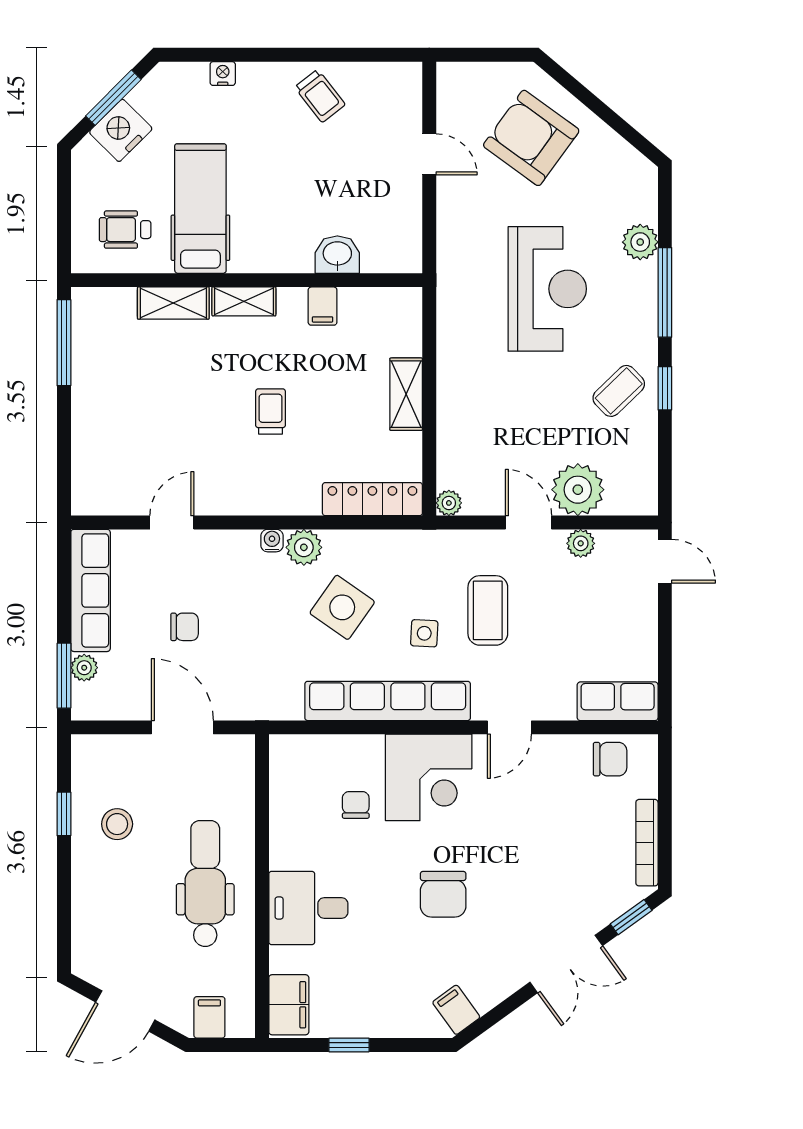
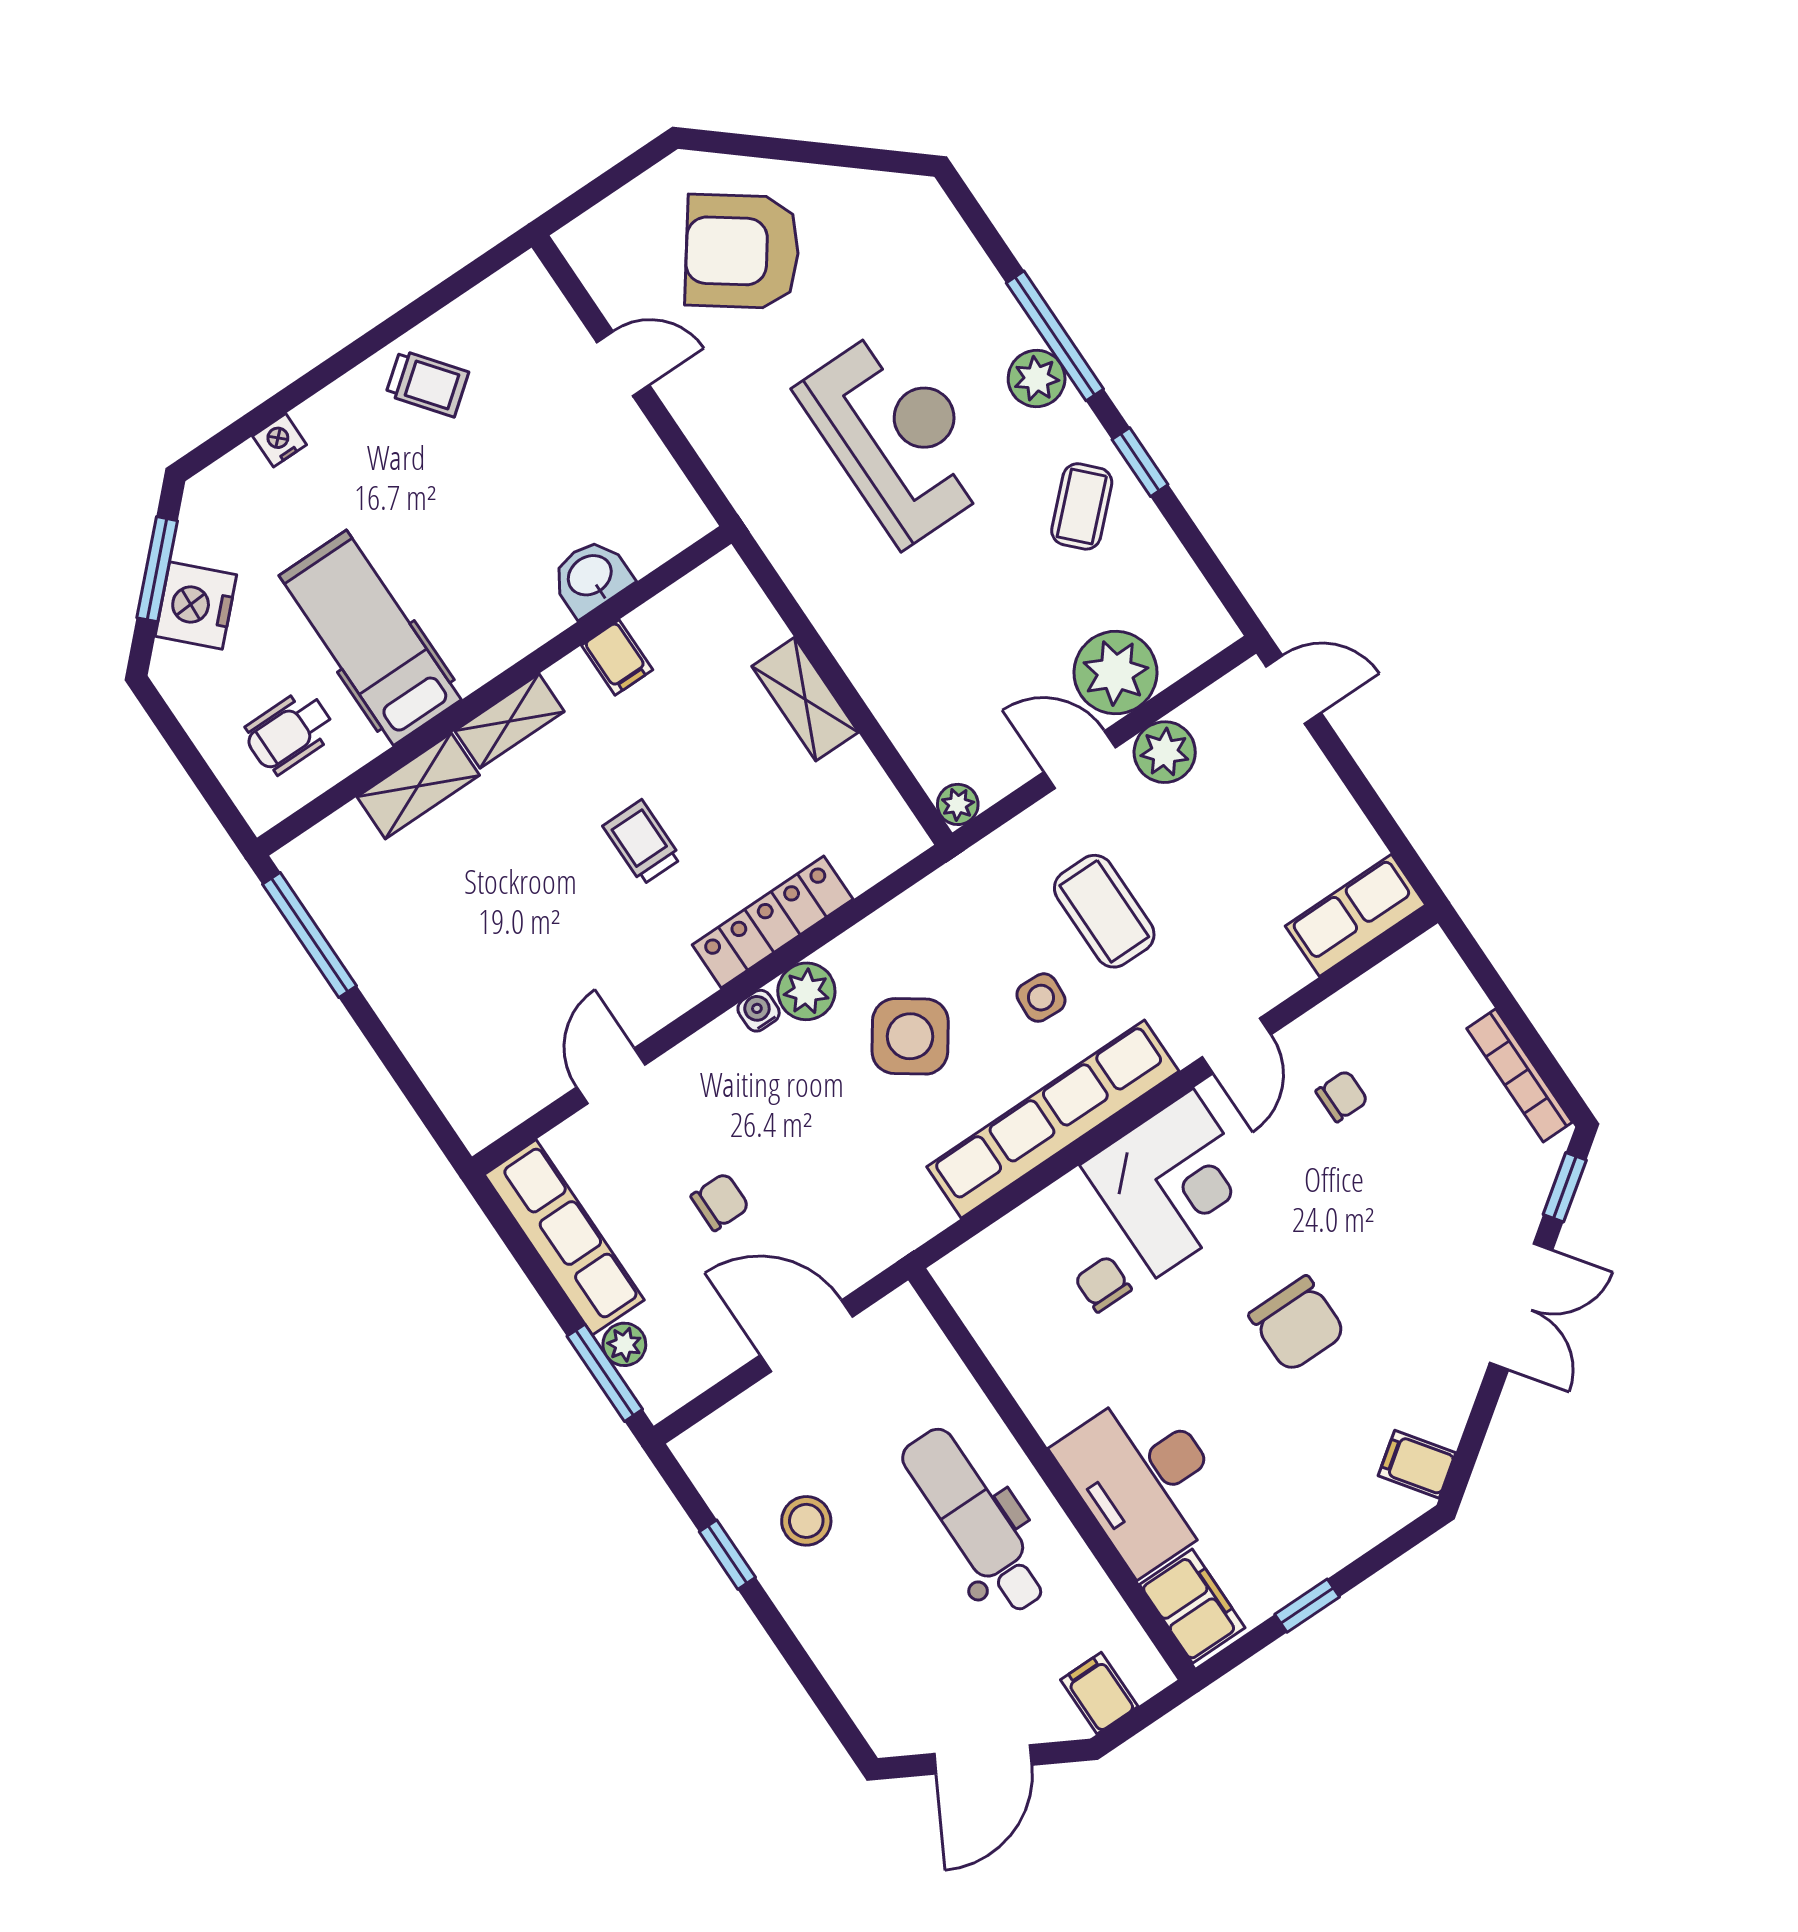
plant: (640, 242) -> (1037, 379), moved
locker: (372, 499) -> (773, 922), moved
plant: (581, 543) -> (1165, 752), width x1.38, depth x1.38
chair: (610, 759) -> (1342, 1096), moved, width x0.73, depth x0.73
desk: (308, 908) -> (1144, 1480), width x1.37

